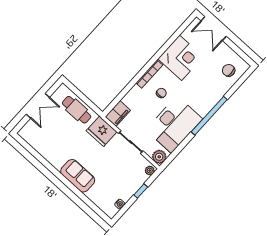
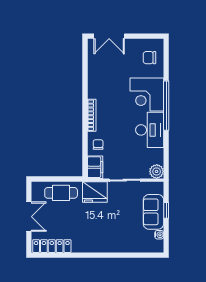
corner desk: (181, 58) -> (147, 95), moved, turned 180
chair: (161, 93) -> (98, 145), moved
desk: (174, 124) -> (150, 130), width x0.73, depth x0.77
locker: (35, 142) -> (52, 246), added
plant: (150, 171) -> (159, 188), removed
sofa: (78, 176) -> (153, 212), moved, turned -90

